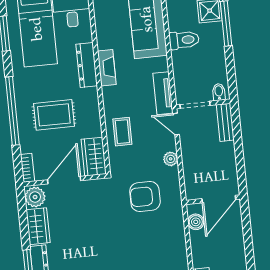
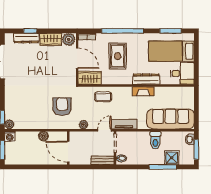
door: (219, 199) -> (68, 152), moved
wall: (213, 200) -> (68, 148), moved

